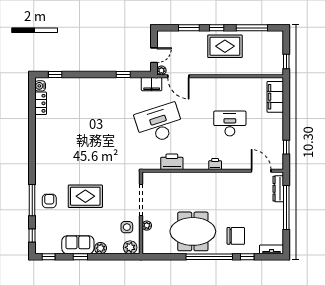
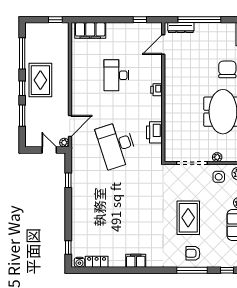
filing cabinet: (152, 84) -> (136, 261), moved, turned -90

